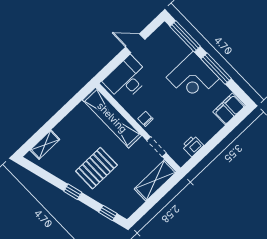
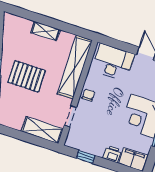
shelving: (45, 145) -> (45, 31), moved
printer: (193, 146) -> (112, 154), moved
window: (203, 153) -> (86, 157), added

